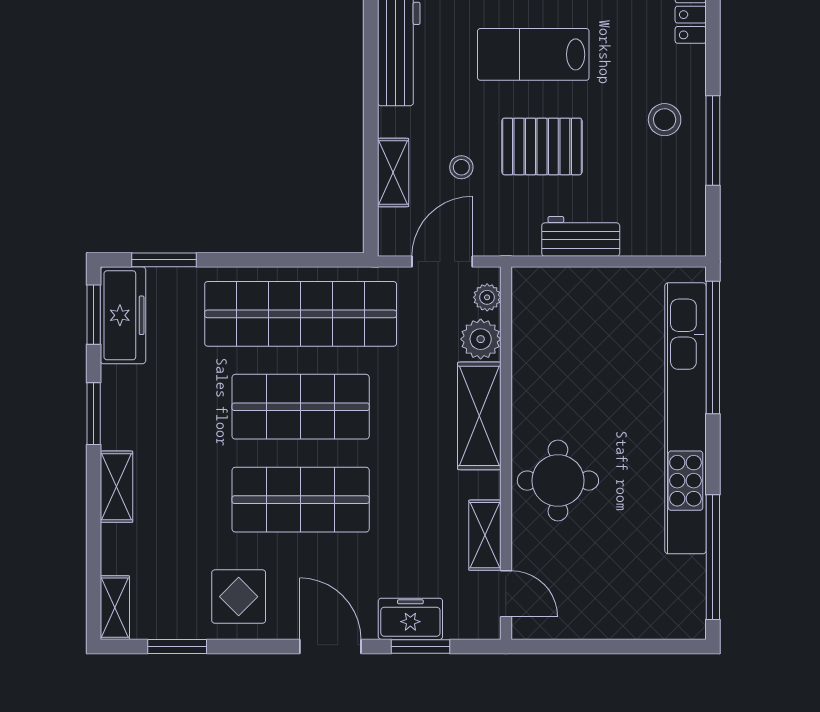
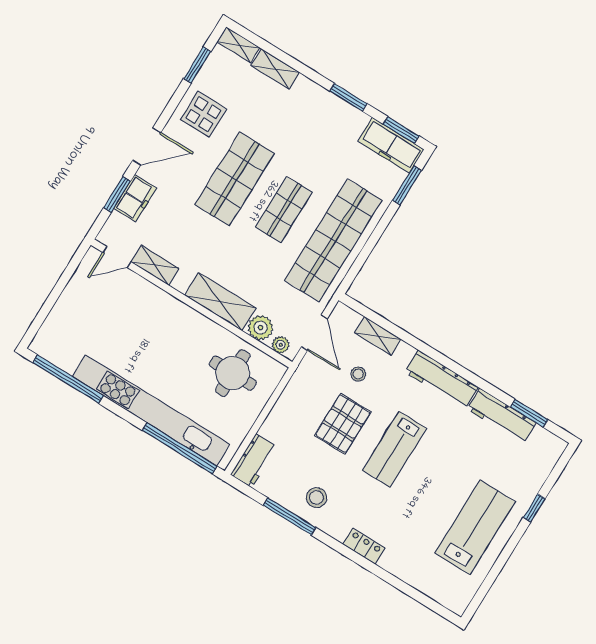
lab bench: (533, 54) -> (394, 449), turned 180
workbench: (581, 236) -> (254, 461), moved
shop shelf: (301, 407) -> (284, 210), width x0.70, depth x0.74
round table: (558, 481) -> (233, 373), moved
shelving: (117, 487) -> (275, 69), moved

